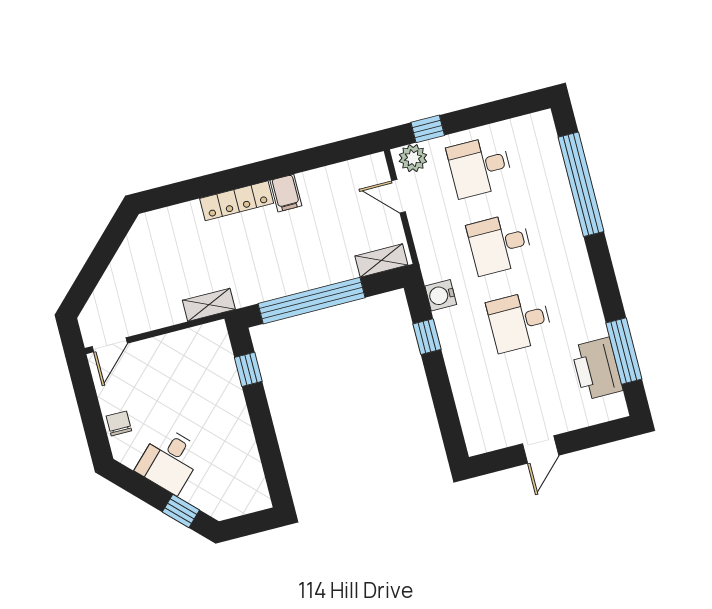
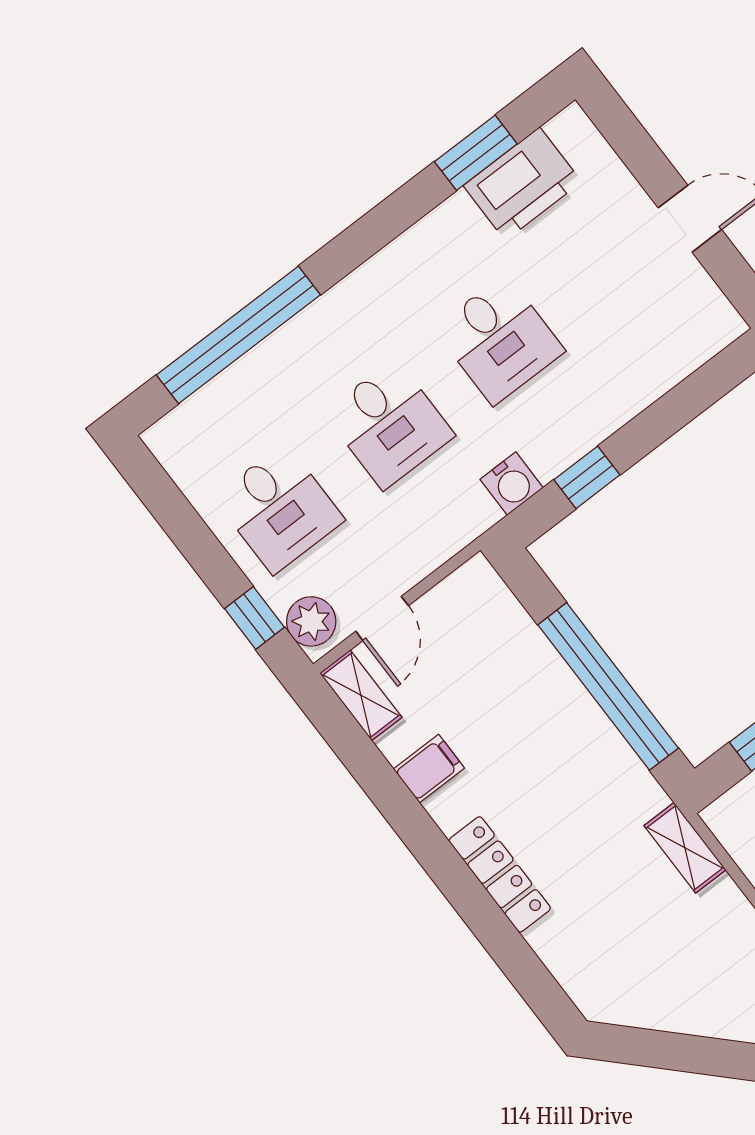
filing cabinet: (286, 193) -> (429, 769), moved
shelving: (381, 260) -> (361, 695), moved
window: (624, 351) -> (476, 153), width x0.69

